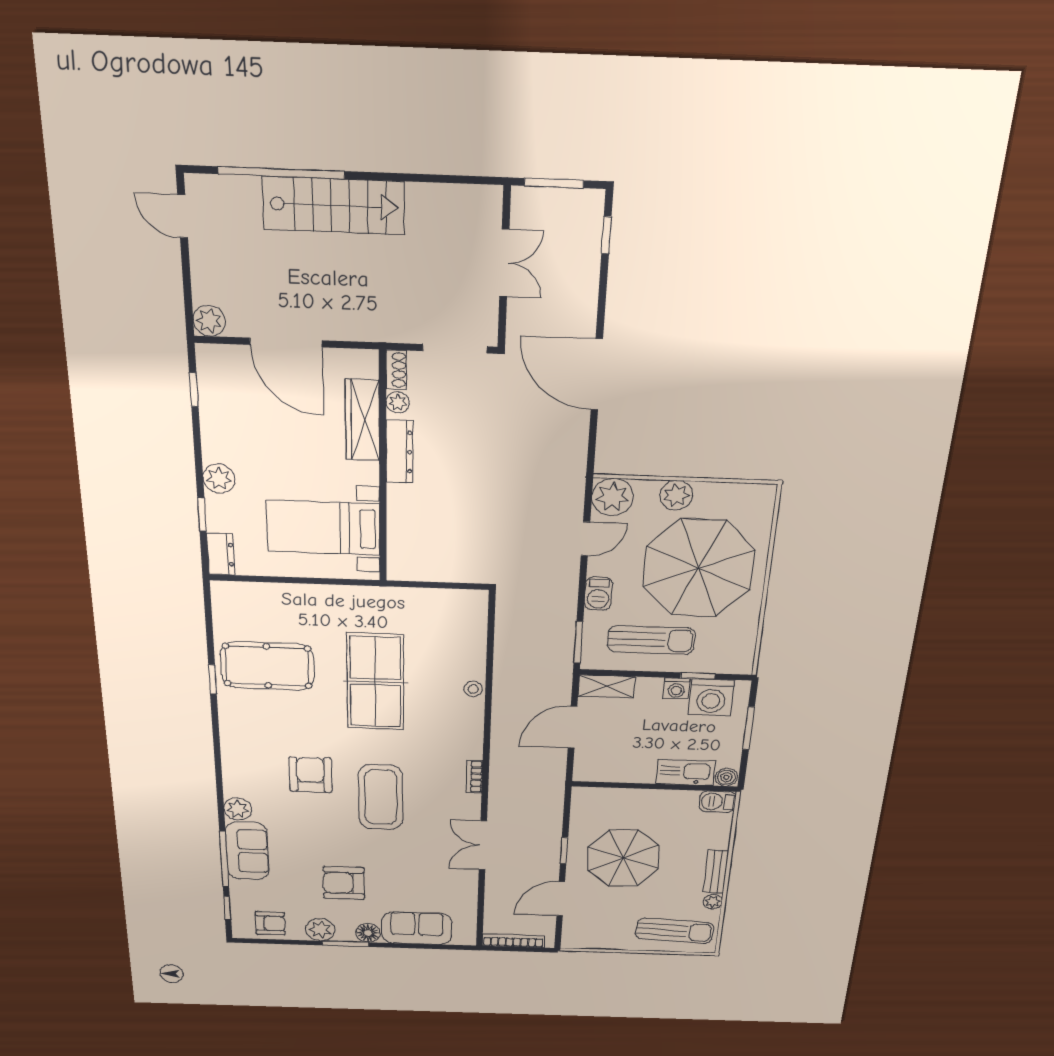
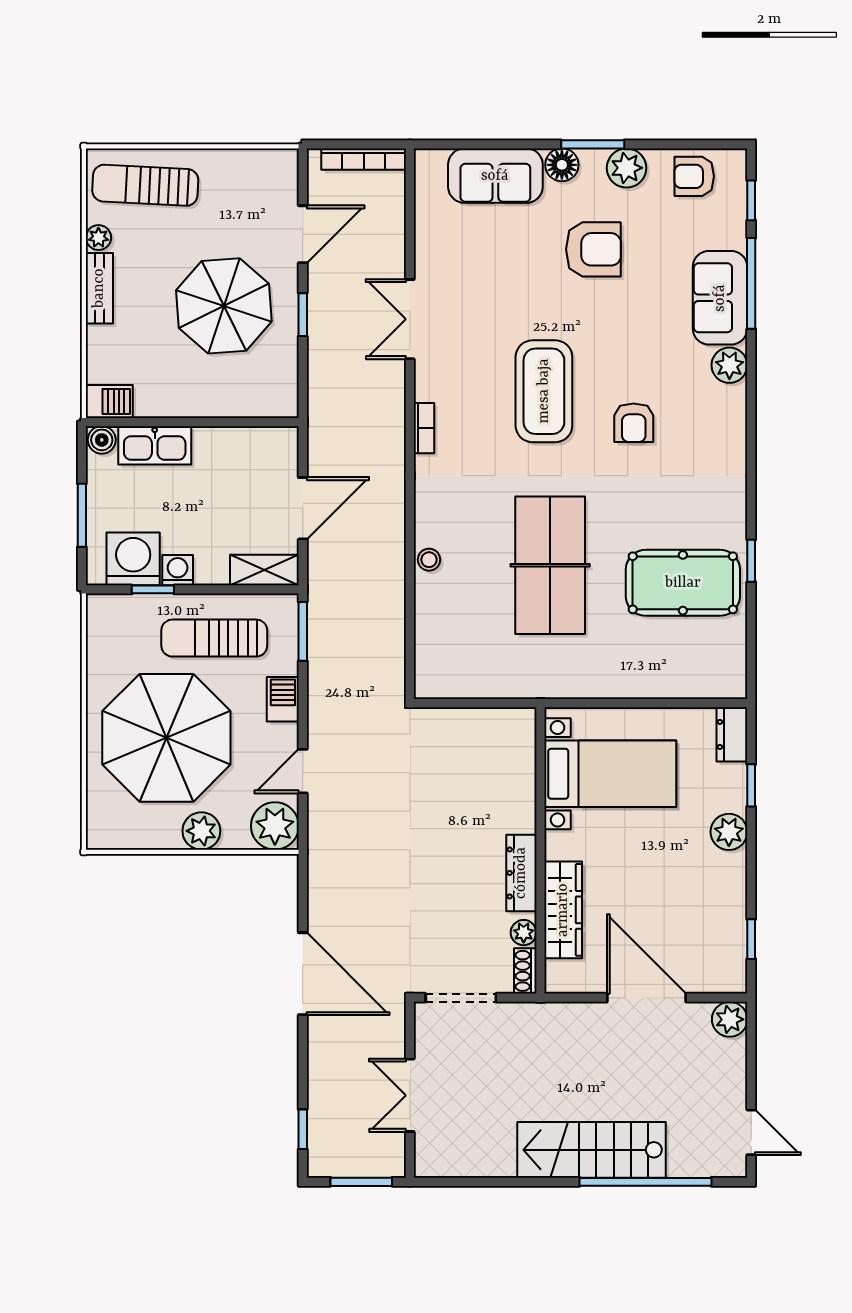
armchair: (310, 775) -> (634, 423), width x0.72, depth x0.72
double door: (483, 845) -> (410, 319), swing flipped

